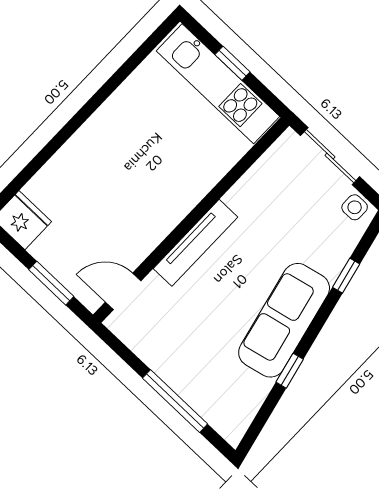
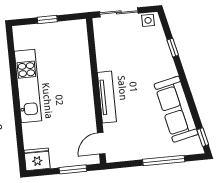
kitchen unit: (218, 84) -> (28, 86), moved, turned -90
sofa: (284, 320) -> (176, 109), moved
window: (290, 371) -> (203, 137), moved

